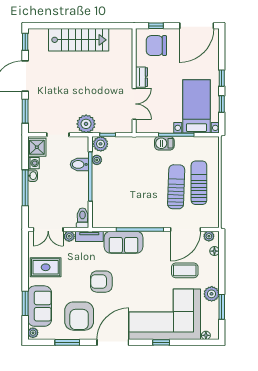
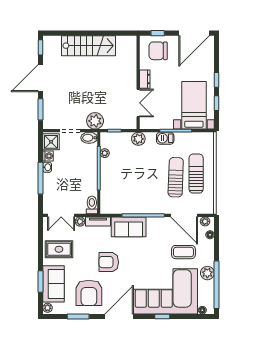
plant: (101, 144) -> (138, 139), moved
bidet: (79, 164) -> (89, 138), moved
door: (185, 229) -> (184, 215), hinge flipped
window: (222, 307) -> (217, 285), width x2.11

